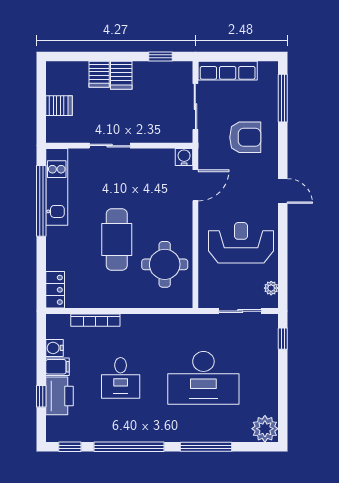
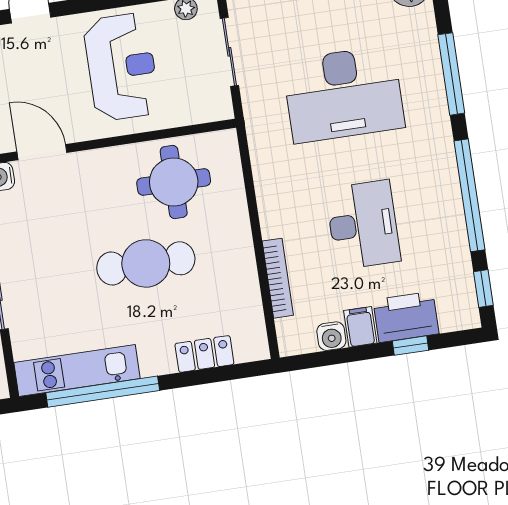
reception desk: (241, 243) -> (122, 67), turned 180
locker: (55, 290) -> (204, 354), moved
desk: (121, 378) -> (363, 225), width x1.37
desk: (203, 378) -> (344, 94), turned 90

